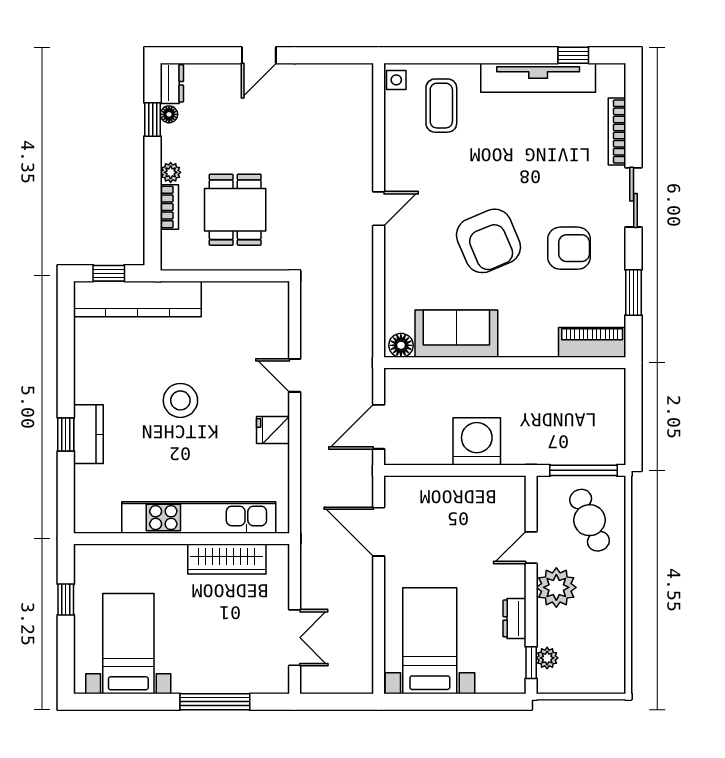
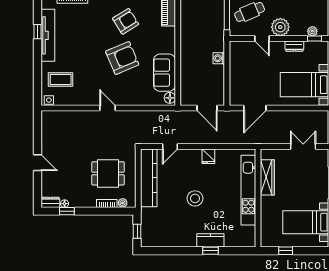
window: (573, 55) -> (38, 32), moved
plant: (171, 172) -> (123, 203), moved
armchair: (569, 248) -> (126, 21), turned 58
kitchen counter: (137, 299) -> (149, 178), moved
door: (295, 375) -> (170, 146), moved
washing machine: (477, 441) -> (219, 58), width x0.53, depth x0.53

